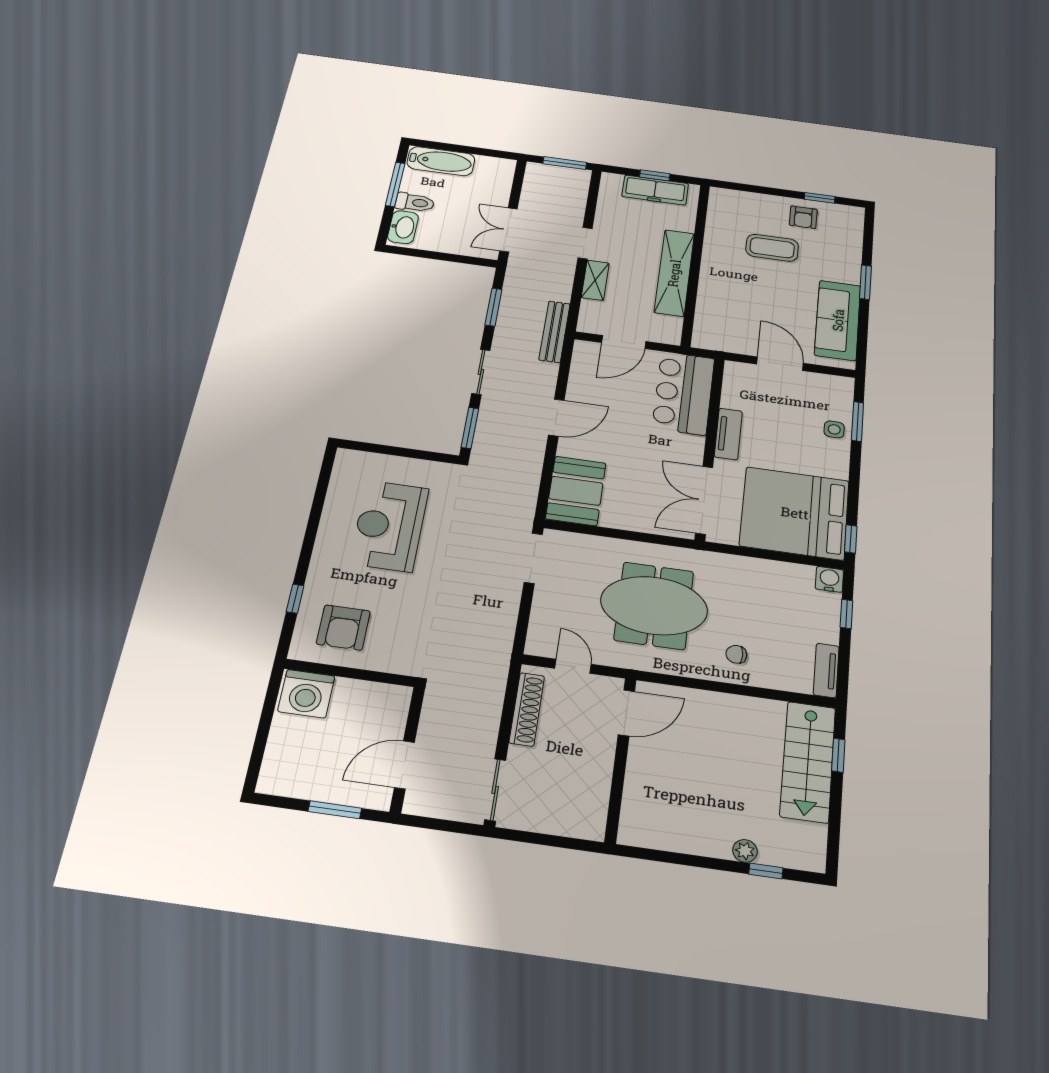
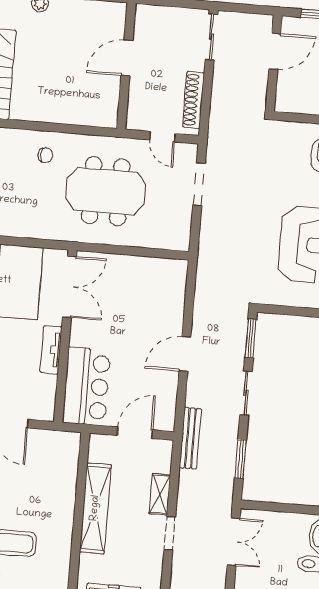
booth: (576, 491) -> (167, 287), removed
doorway: (533, 558) -> (199, 184), moved
door: (626, 713) -> (127, 58), moved

